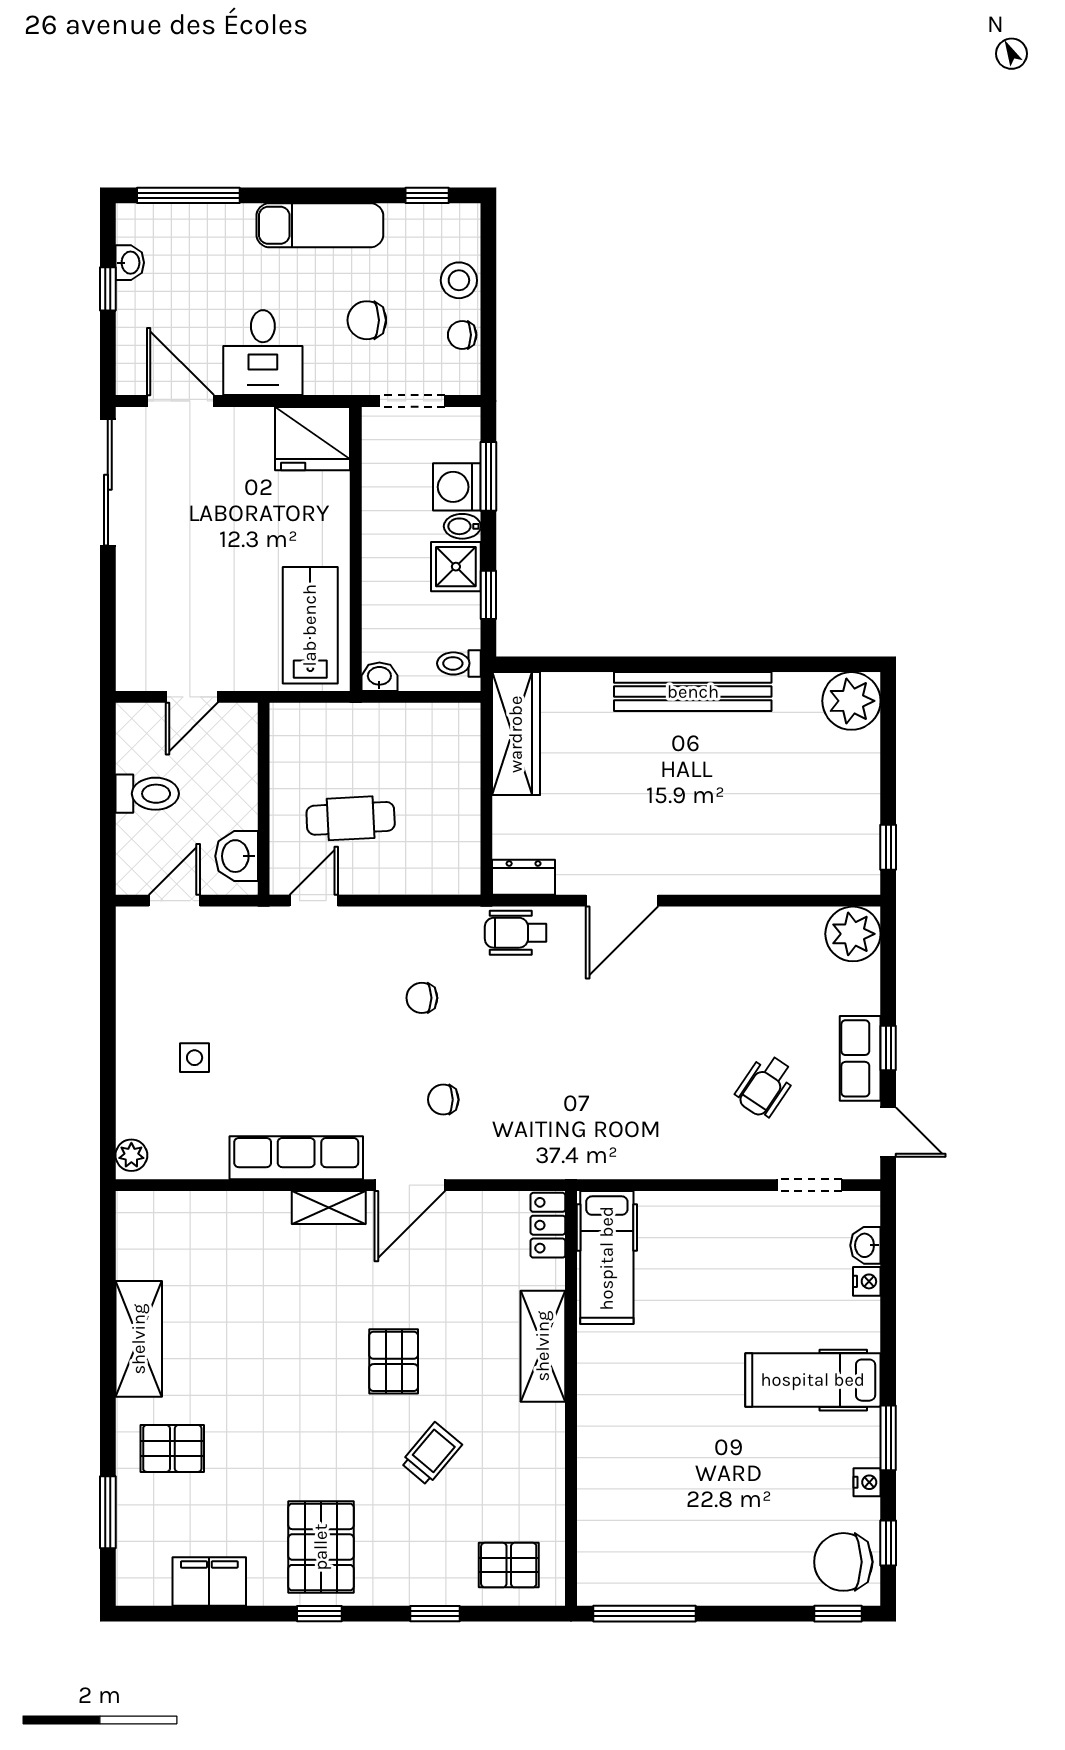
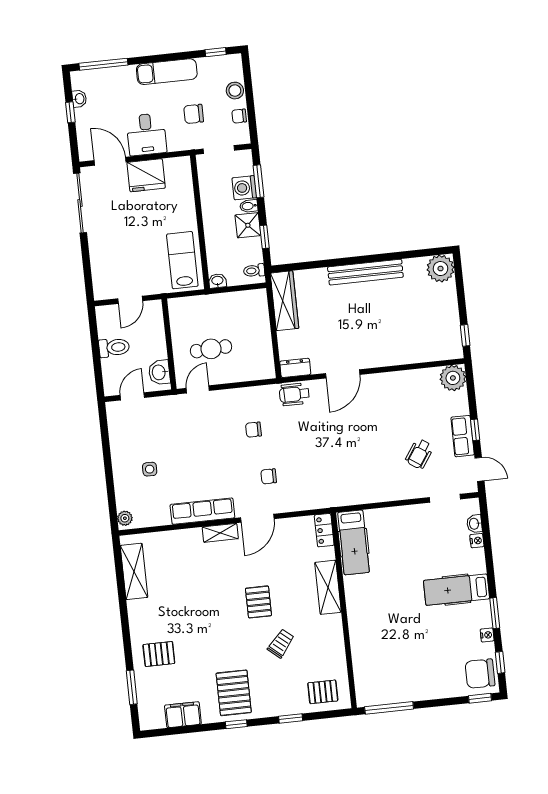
fridge: (313, 439) -> (146, 175), moved
shelving: (139, 1339) -> (134, 571), moved

